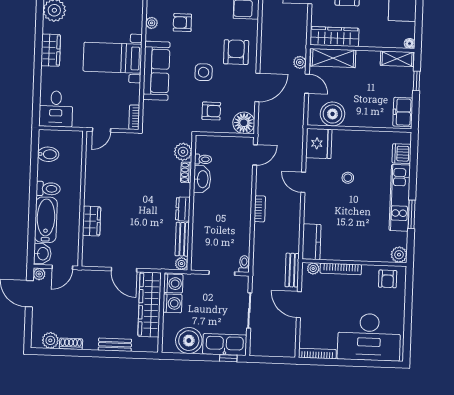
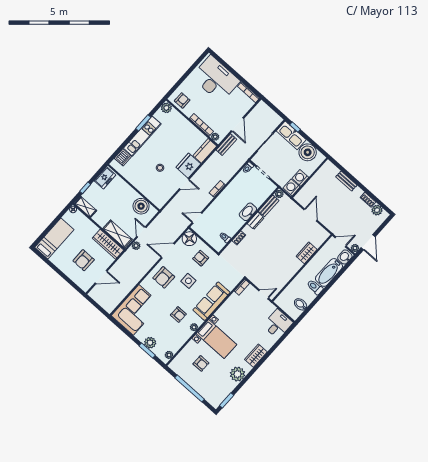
bed with nightstands: (112, 58) -> (216, 339), moved
fridge: (319, 144) -> (188, 166), moved
plant: (183, 152) -> (232, 249), removed
washbasin: (202, 179) -> (248, 212), moved
door: (303, 182) -> (184, 184), hinge flipped
wardrobe: (150, 305) -> (312, 187), removed

